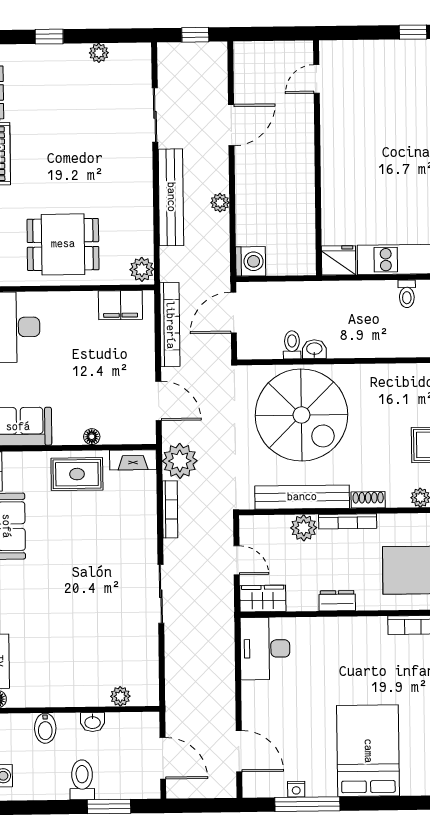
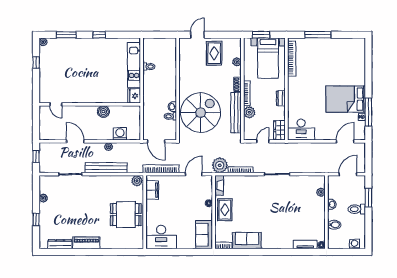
boiler: (301, 189) -> (103, 112), added
dining table: (63, 244) -> (126, 215), turned 90
washing machine: (251, 261) -> (120, 134), moved
bed: (368, 751) -> (346, 99), moved

